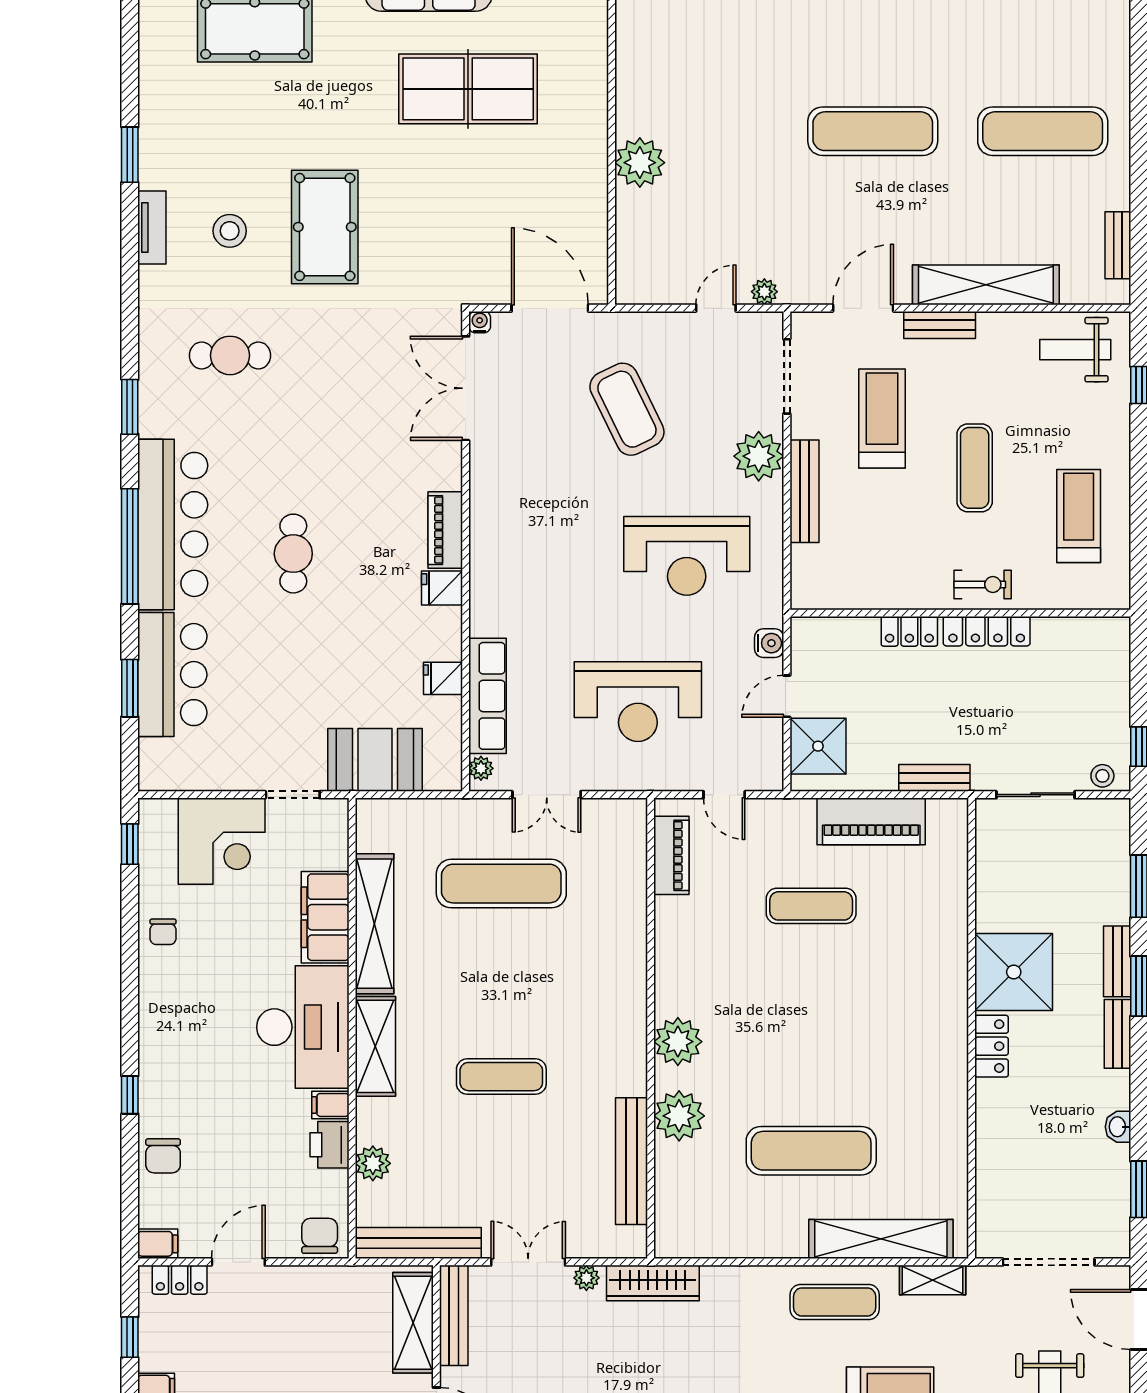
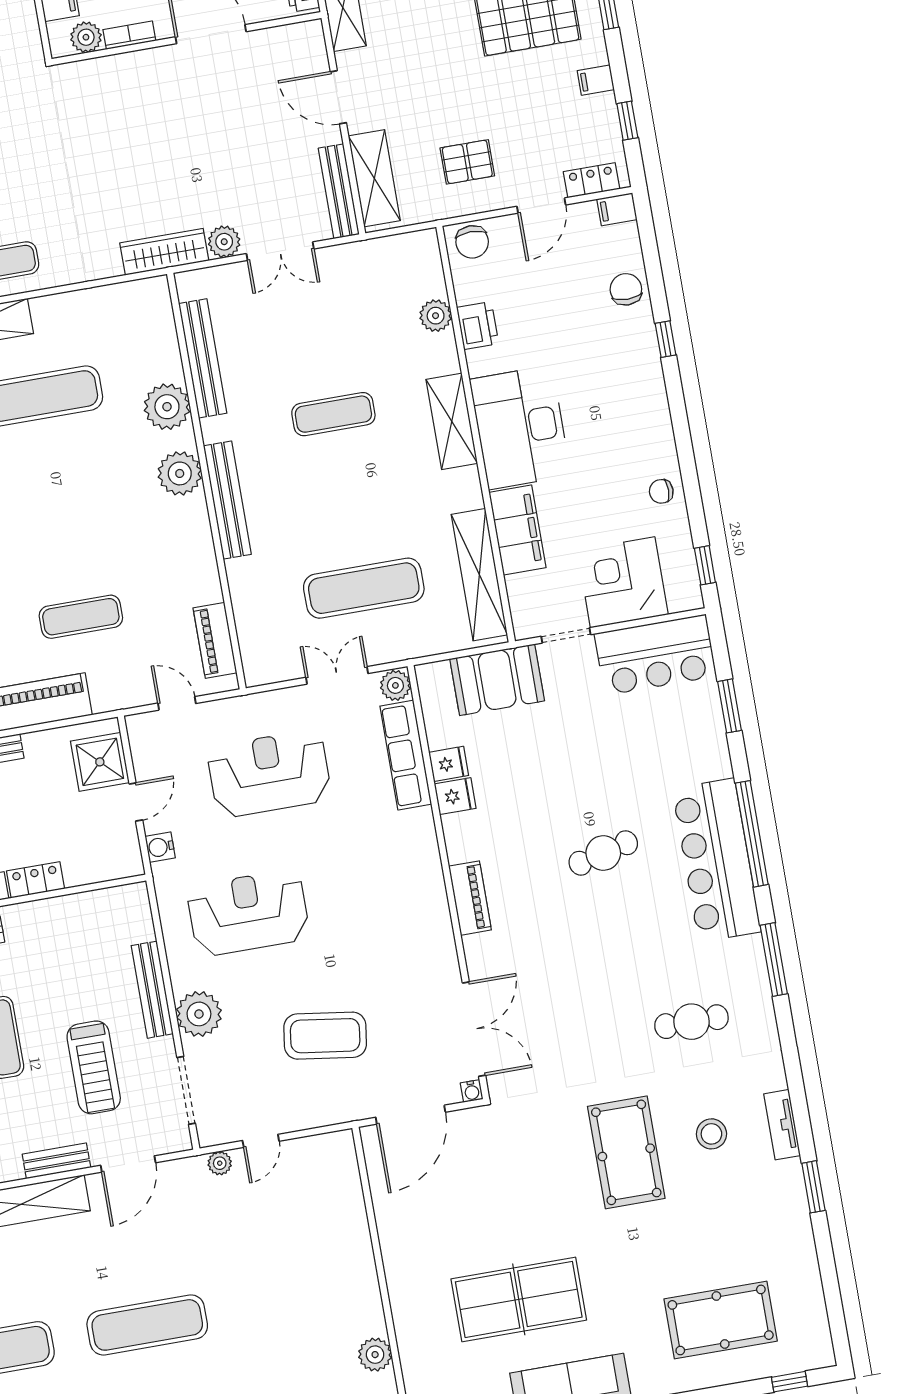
plant: (640, 163) -> (375, 1355), moved, width x0.73, depth x0.73
door: (550, 308) -> (411, 1115), hinge flipped
window: (130, 407) -> (774, 960), width x1.44
coffee table: (627, 409) -> (325, 1036), turned -56
cafe table: (293, 554) -> (603, 853), turned 76
fridge: (442, 588) -> (455, 796), moved
bar counter: (172, 675) -> (655, 655), moved, turned -90
plant: (481, 768) -> (395, 685), width x1.38, depth x1.38
shelving: (374, 924) -> (479, 575), moved
chair: (163, 932) -> (661, 491), turned -90
filing cabinet: (330, 1105) -> (483, 362), removed
bench: (418, 1243) -> (227, 500), moved, turned 90
plant: (586, 1278) -> (224, 242), width x1.38, depth x1.38
pallet: (310, 1323) -> (467, 162), added

